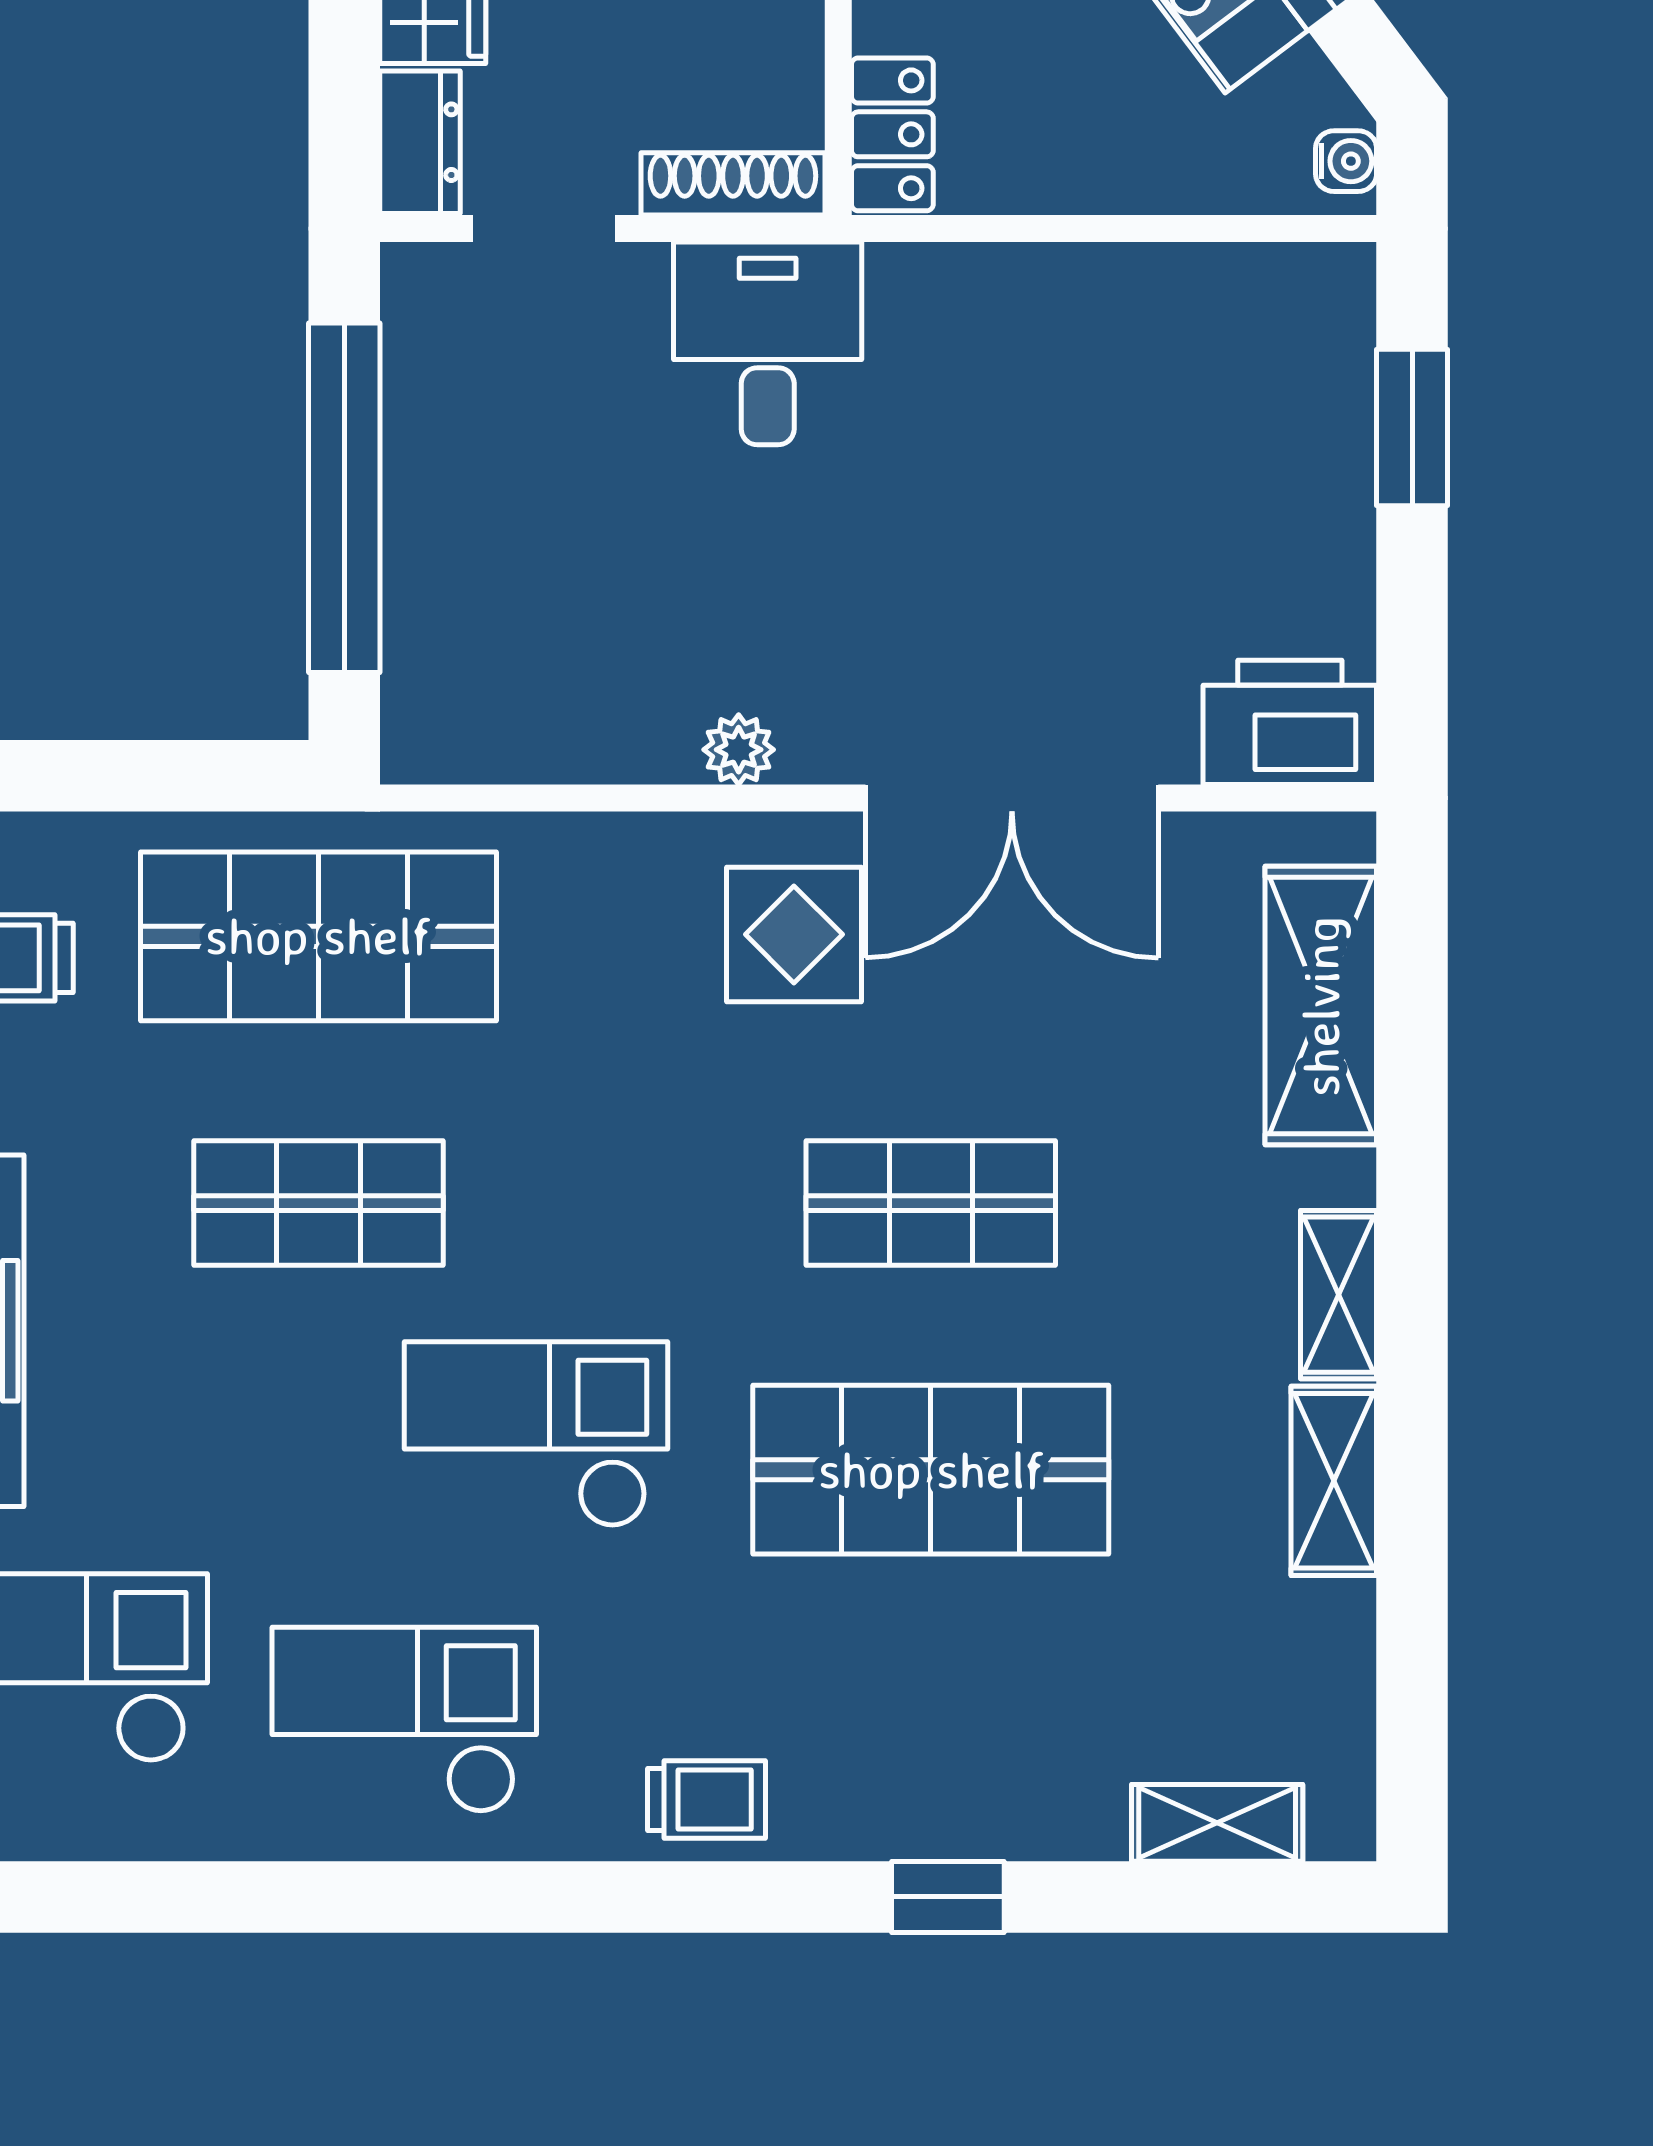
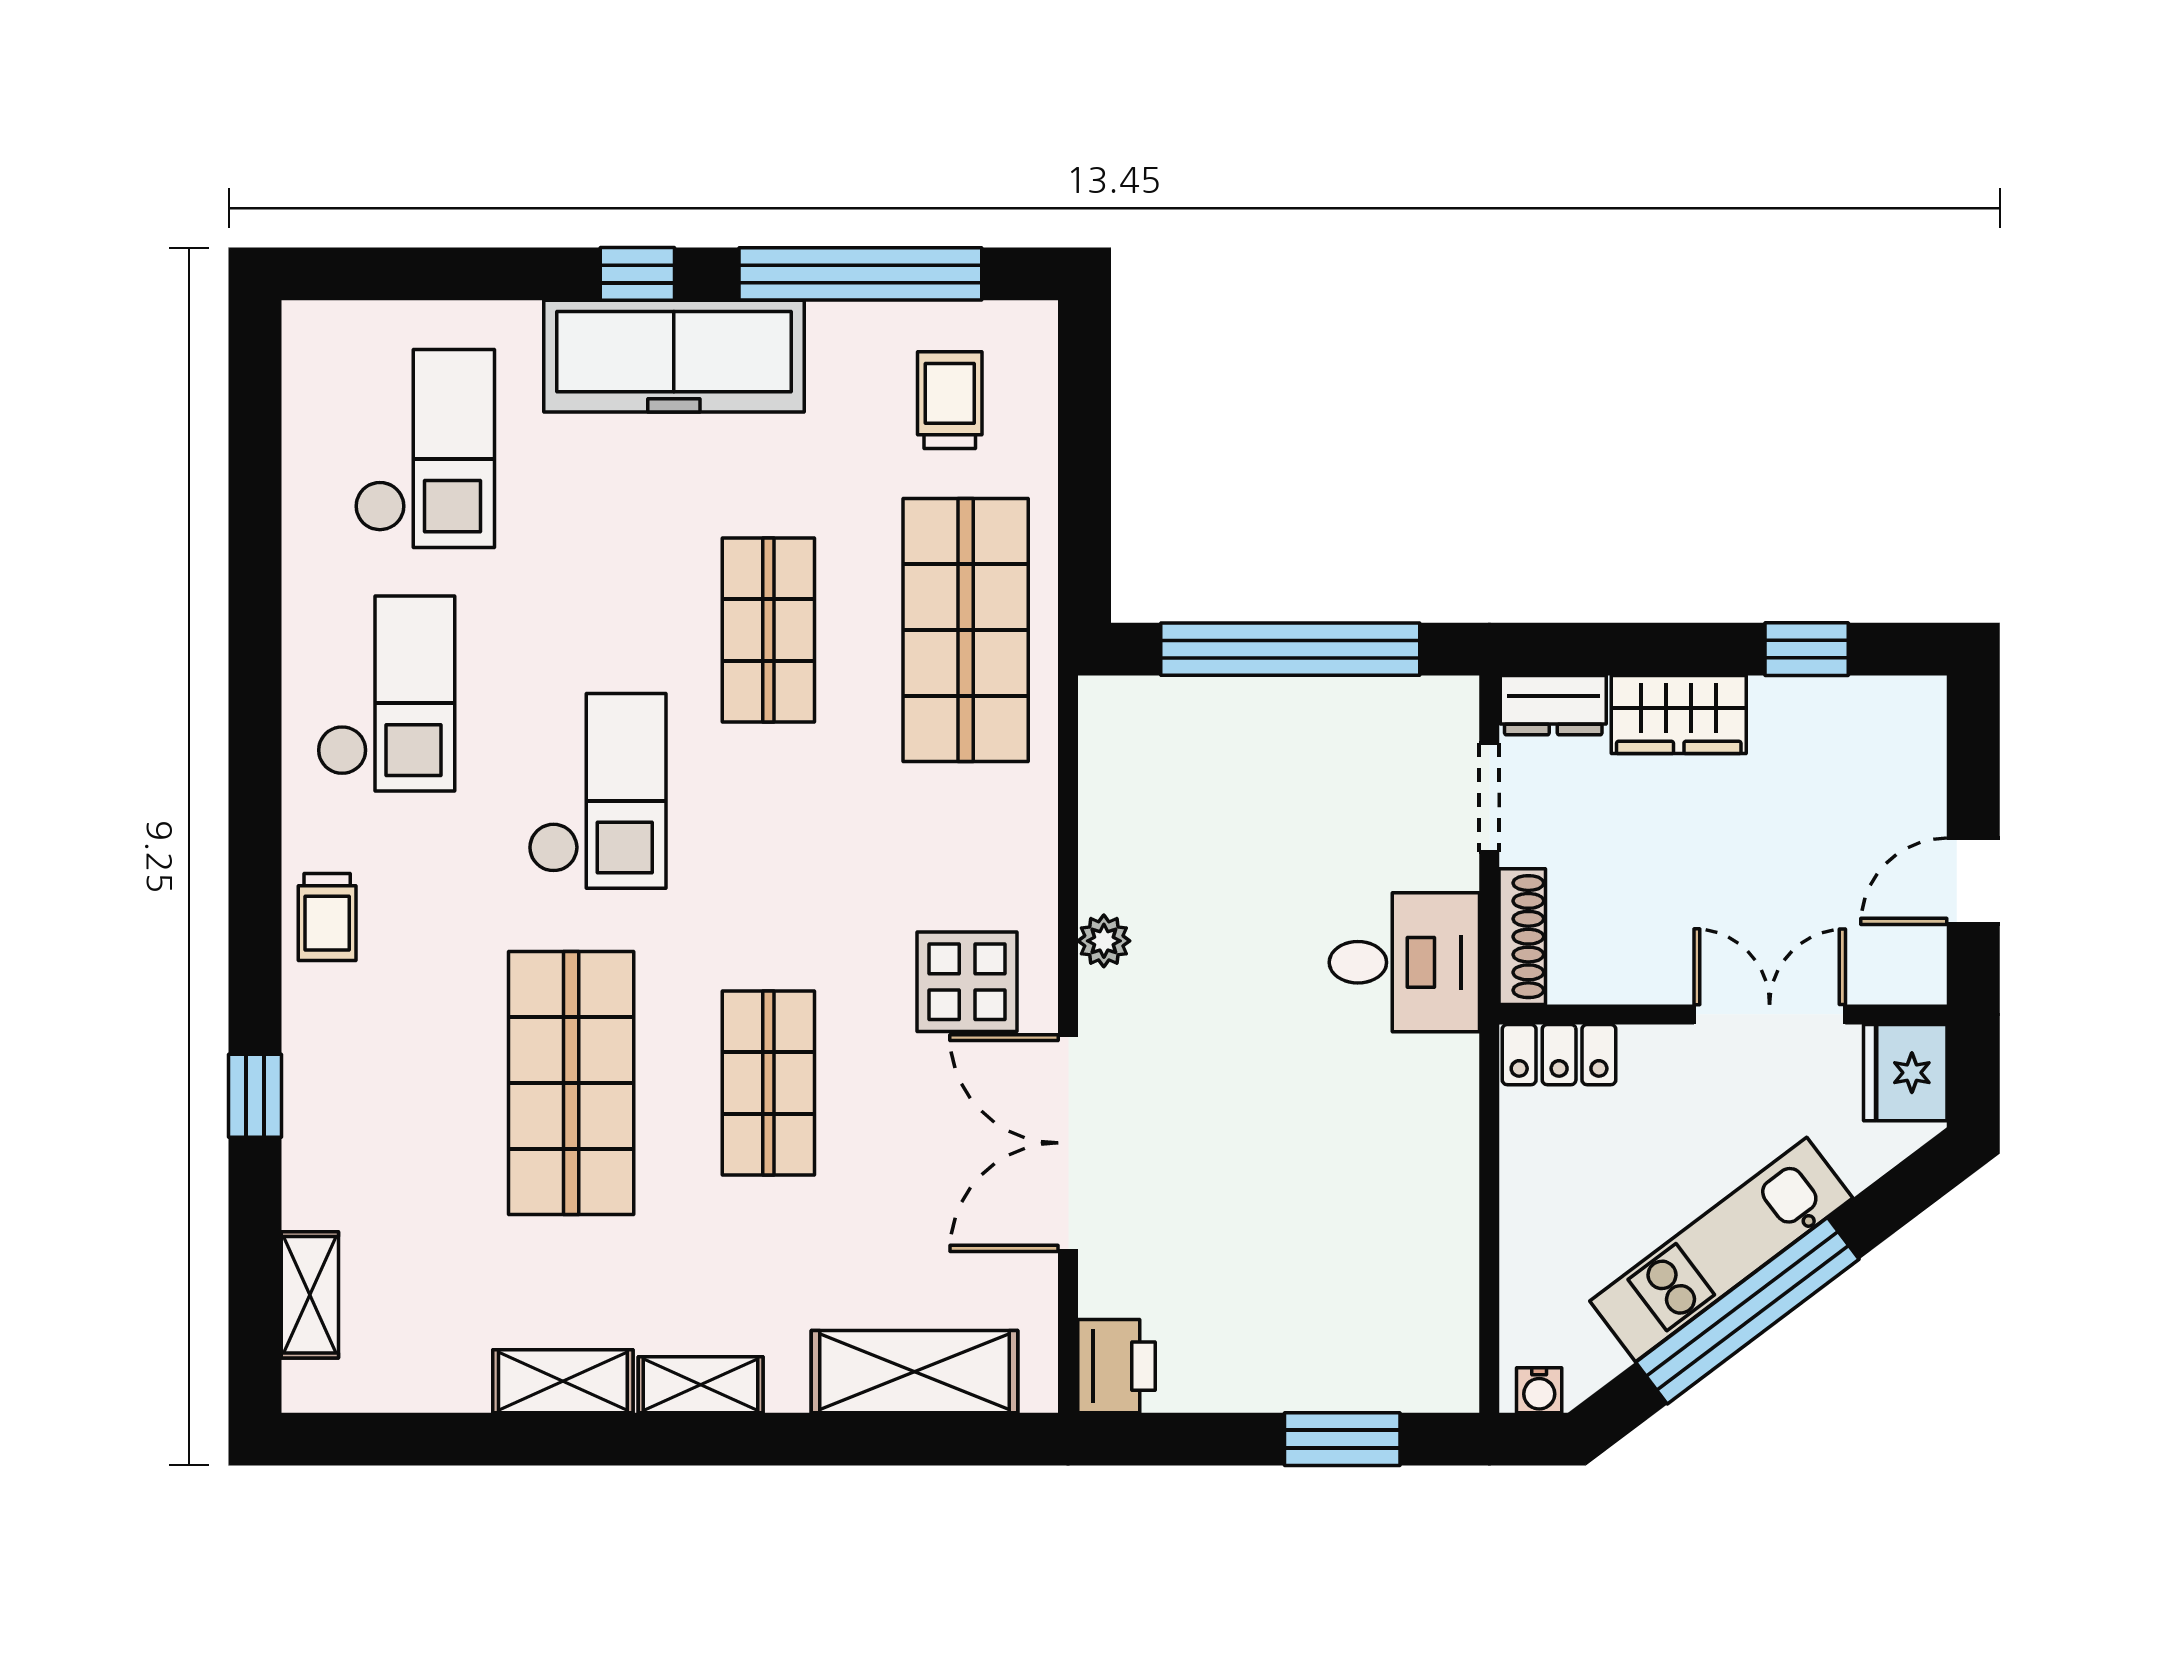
printer: (1290, 722) -> (1117, 1366), width x0.73, depth x0.84

